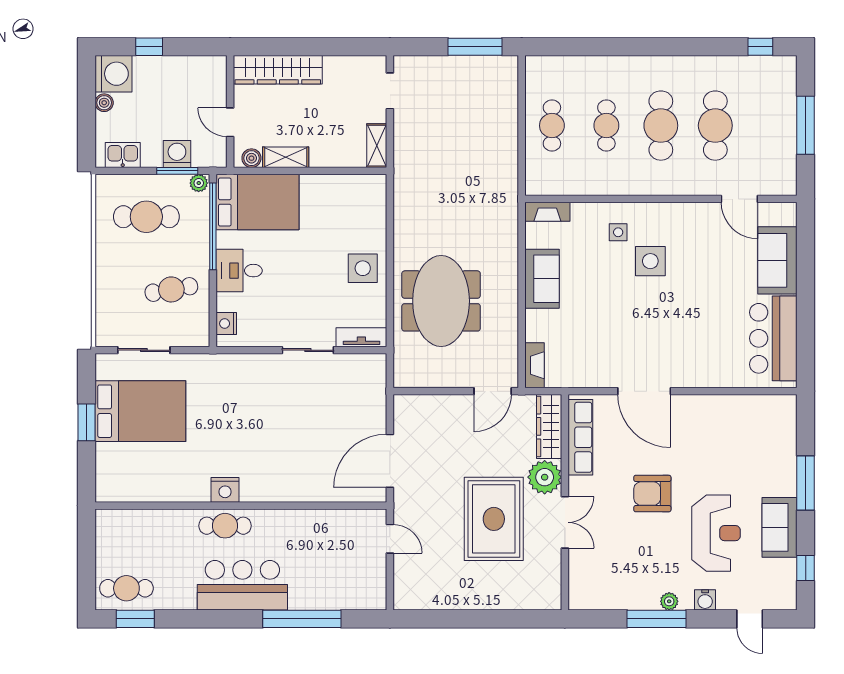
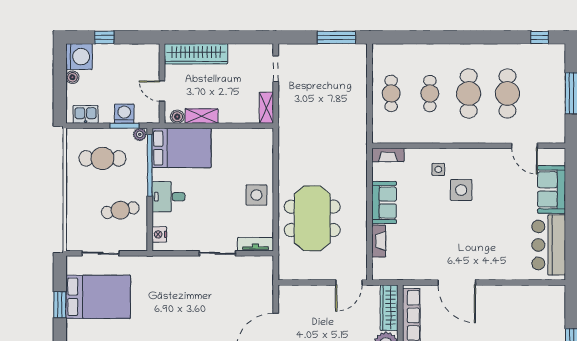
fireplace: (534, 365) -> (379, 241), moved

